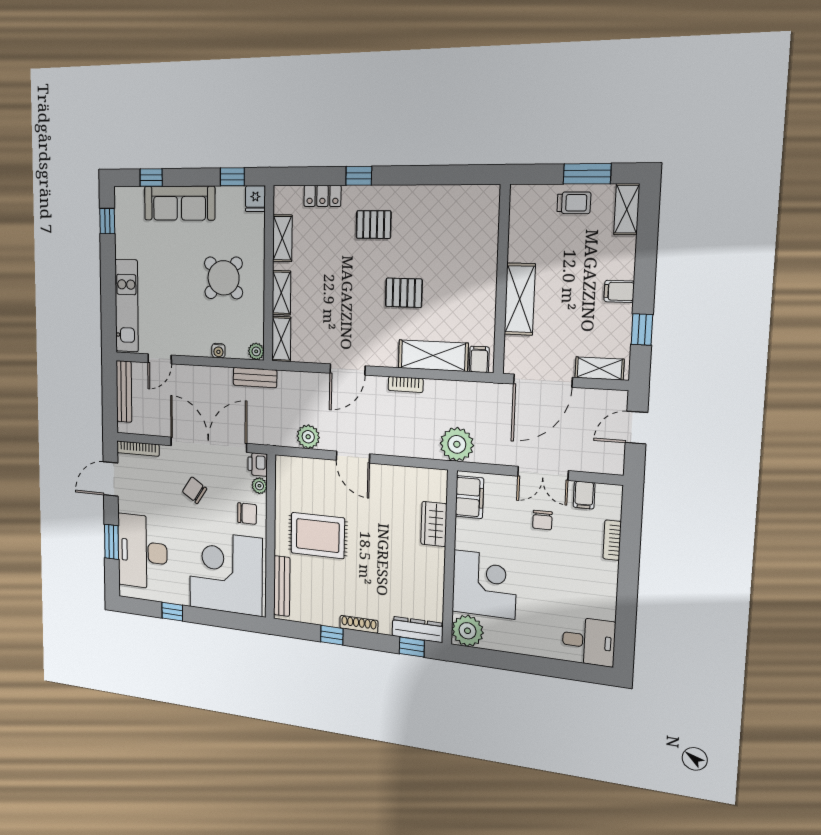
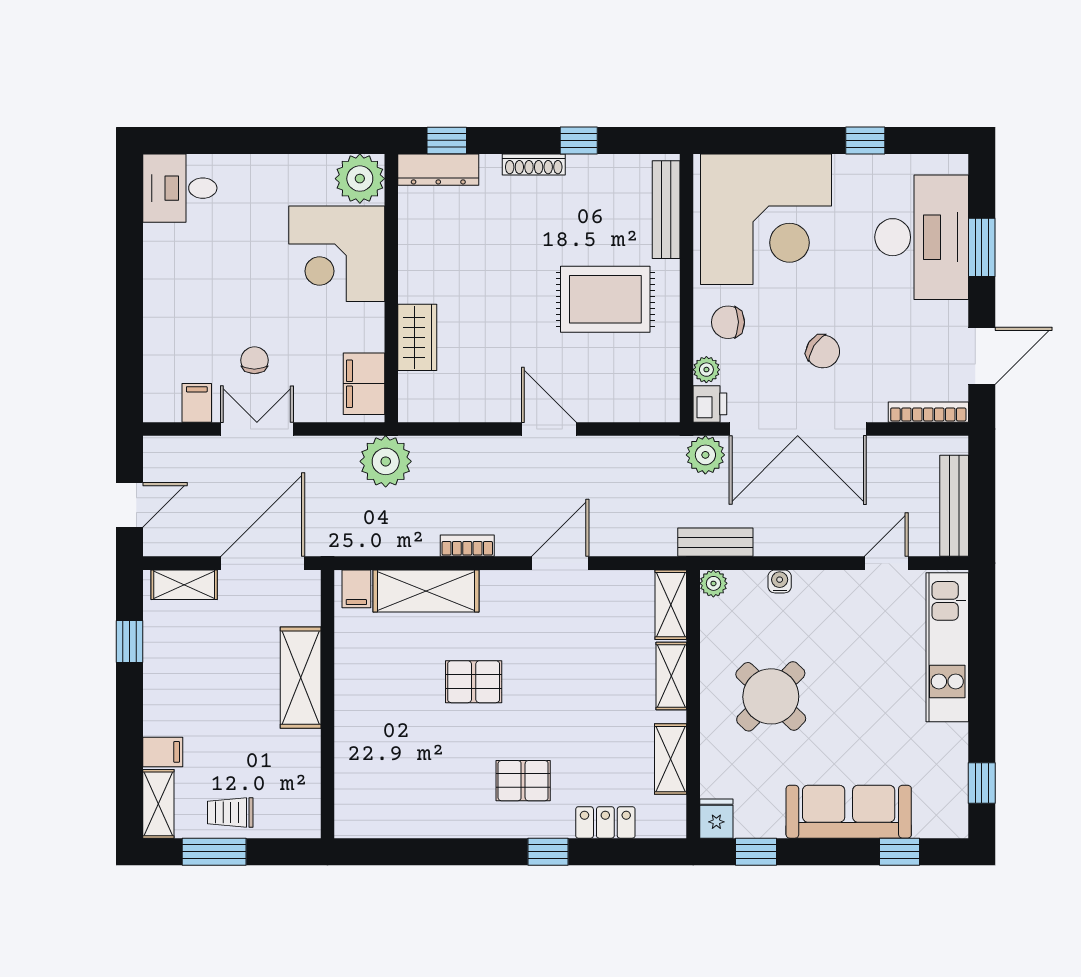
filing cabinet: (619, 291) -> (163, 752), moved
plant: (308, 437) -> (705, 455), moved
bookcase: (612, 540) -> (154, 341), removed

